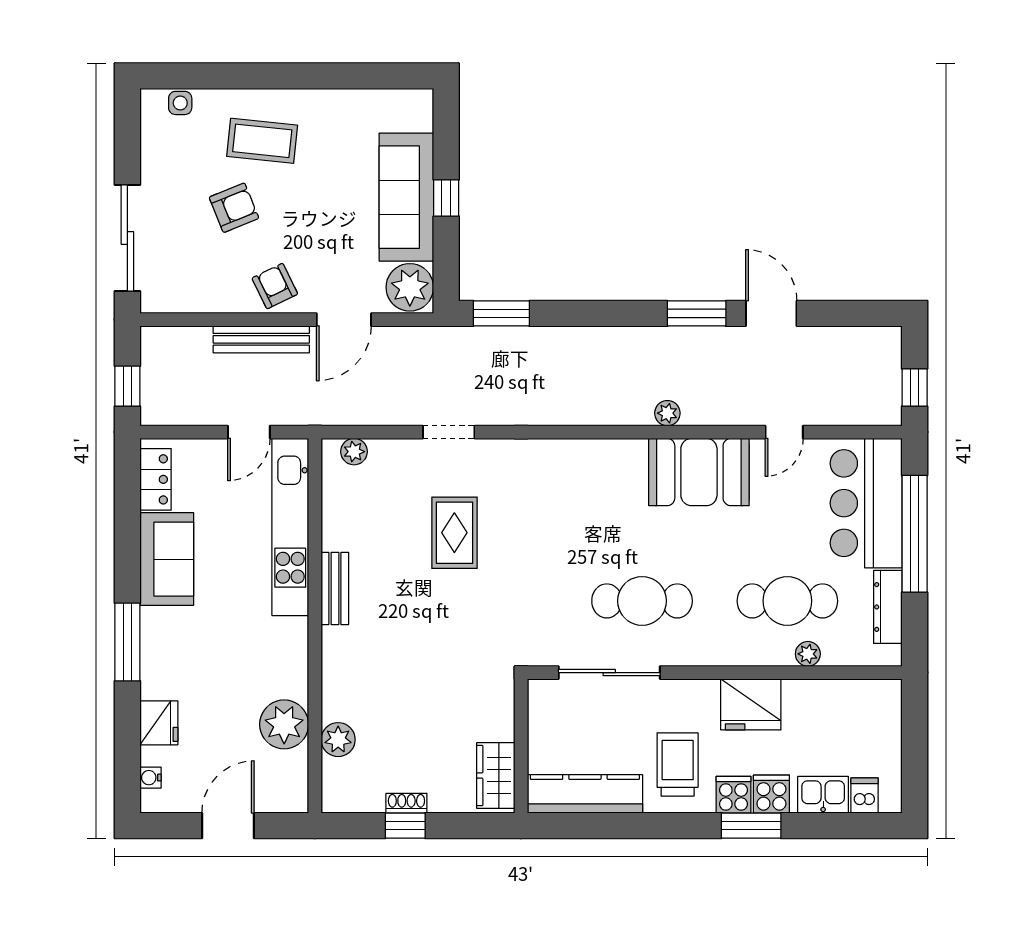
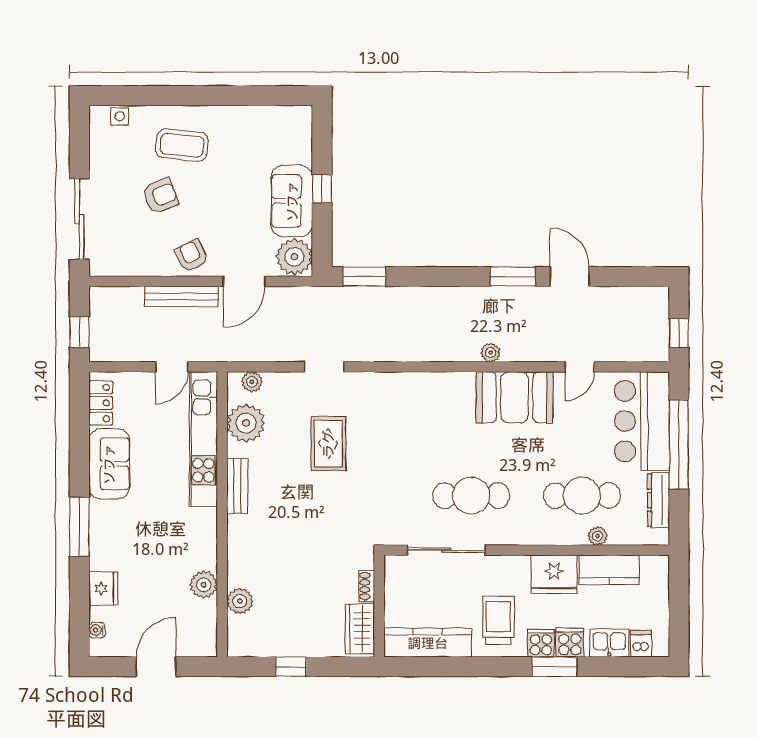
sofa: (406, 197) -> (292, 201), width x0.73
plant: (346, 506) -> (246, 423), added
kitchen counter: (823, 699) -> (609, 570), added
plant: (284, 724) -> (204, 585), width x0.73, depth x0.73
shoe rack: (406, 803) -> (367, 586), moved, turned -90

